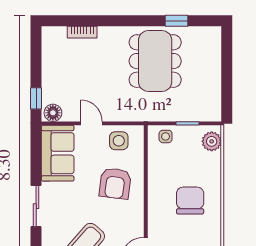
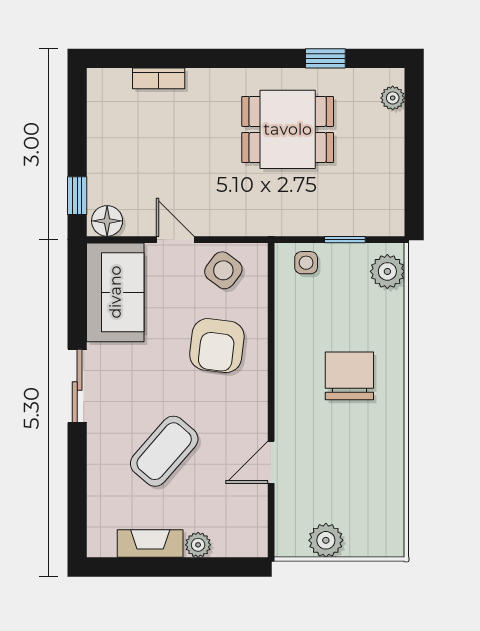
plant: (215, 43) -> (393, 98), added
dining table: (155, 61) -> (288, 129), width x0.73
side table: (119, 141) -> (223, 270), turned 37

